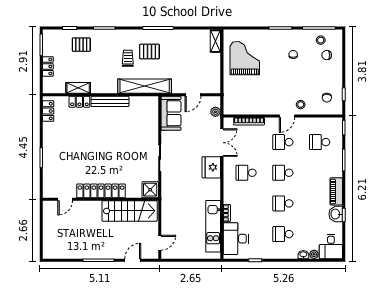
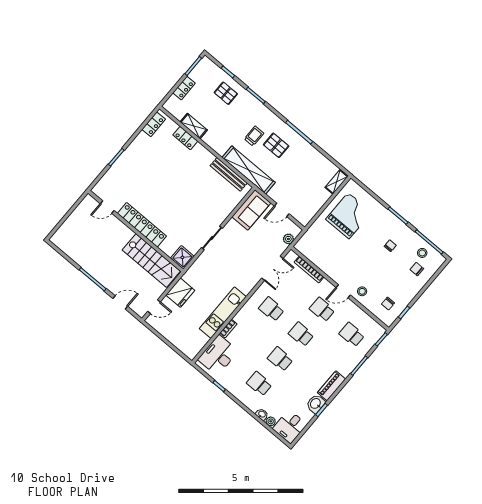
bench: (110, 101) -> (229, 174), moved
fridge: (211, 167) -> (180, 293), moved, turned 180
kitchen unit: (213, 226) -> (223, 313), moved

